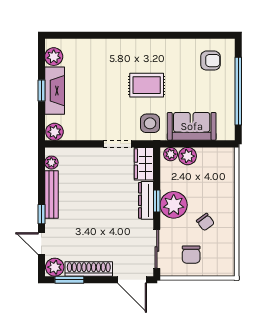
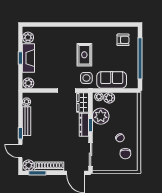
rug: (147, 85) -> (84, 55), turned 90
plant: (174, 205) -> (101, 116), moved
chair: (191, 255) -> (125, 154), moved

